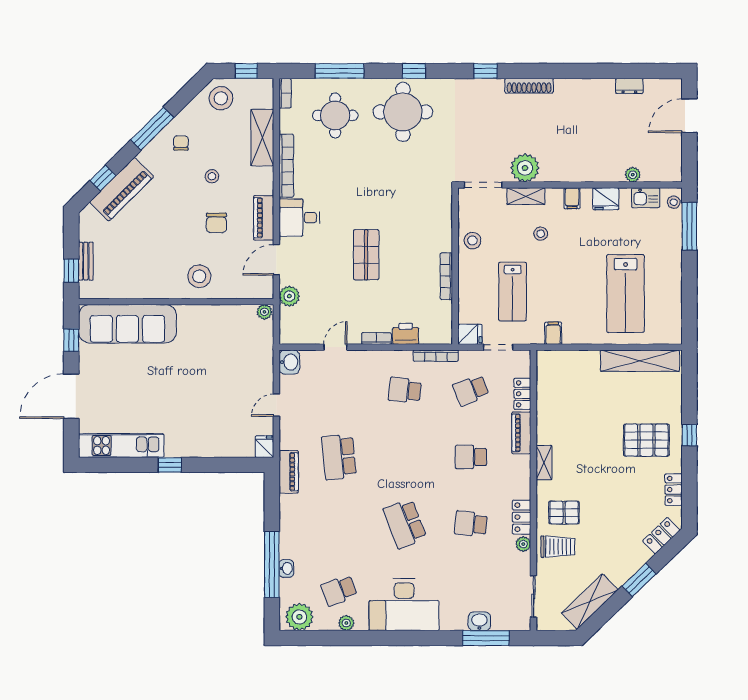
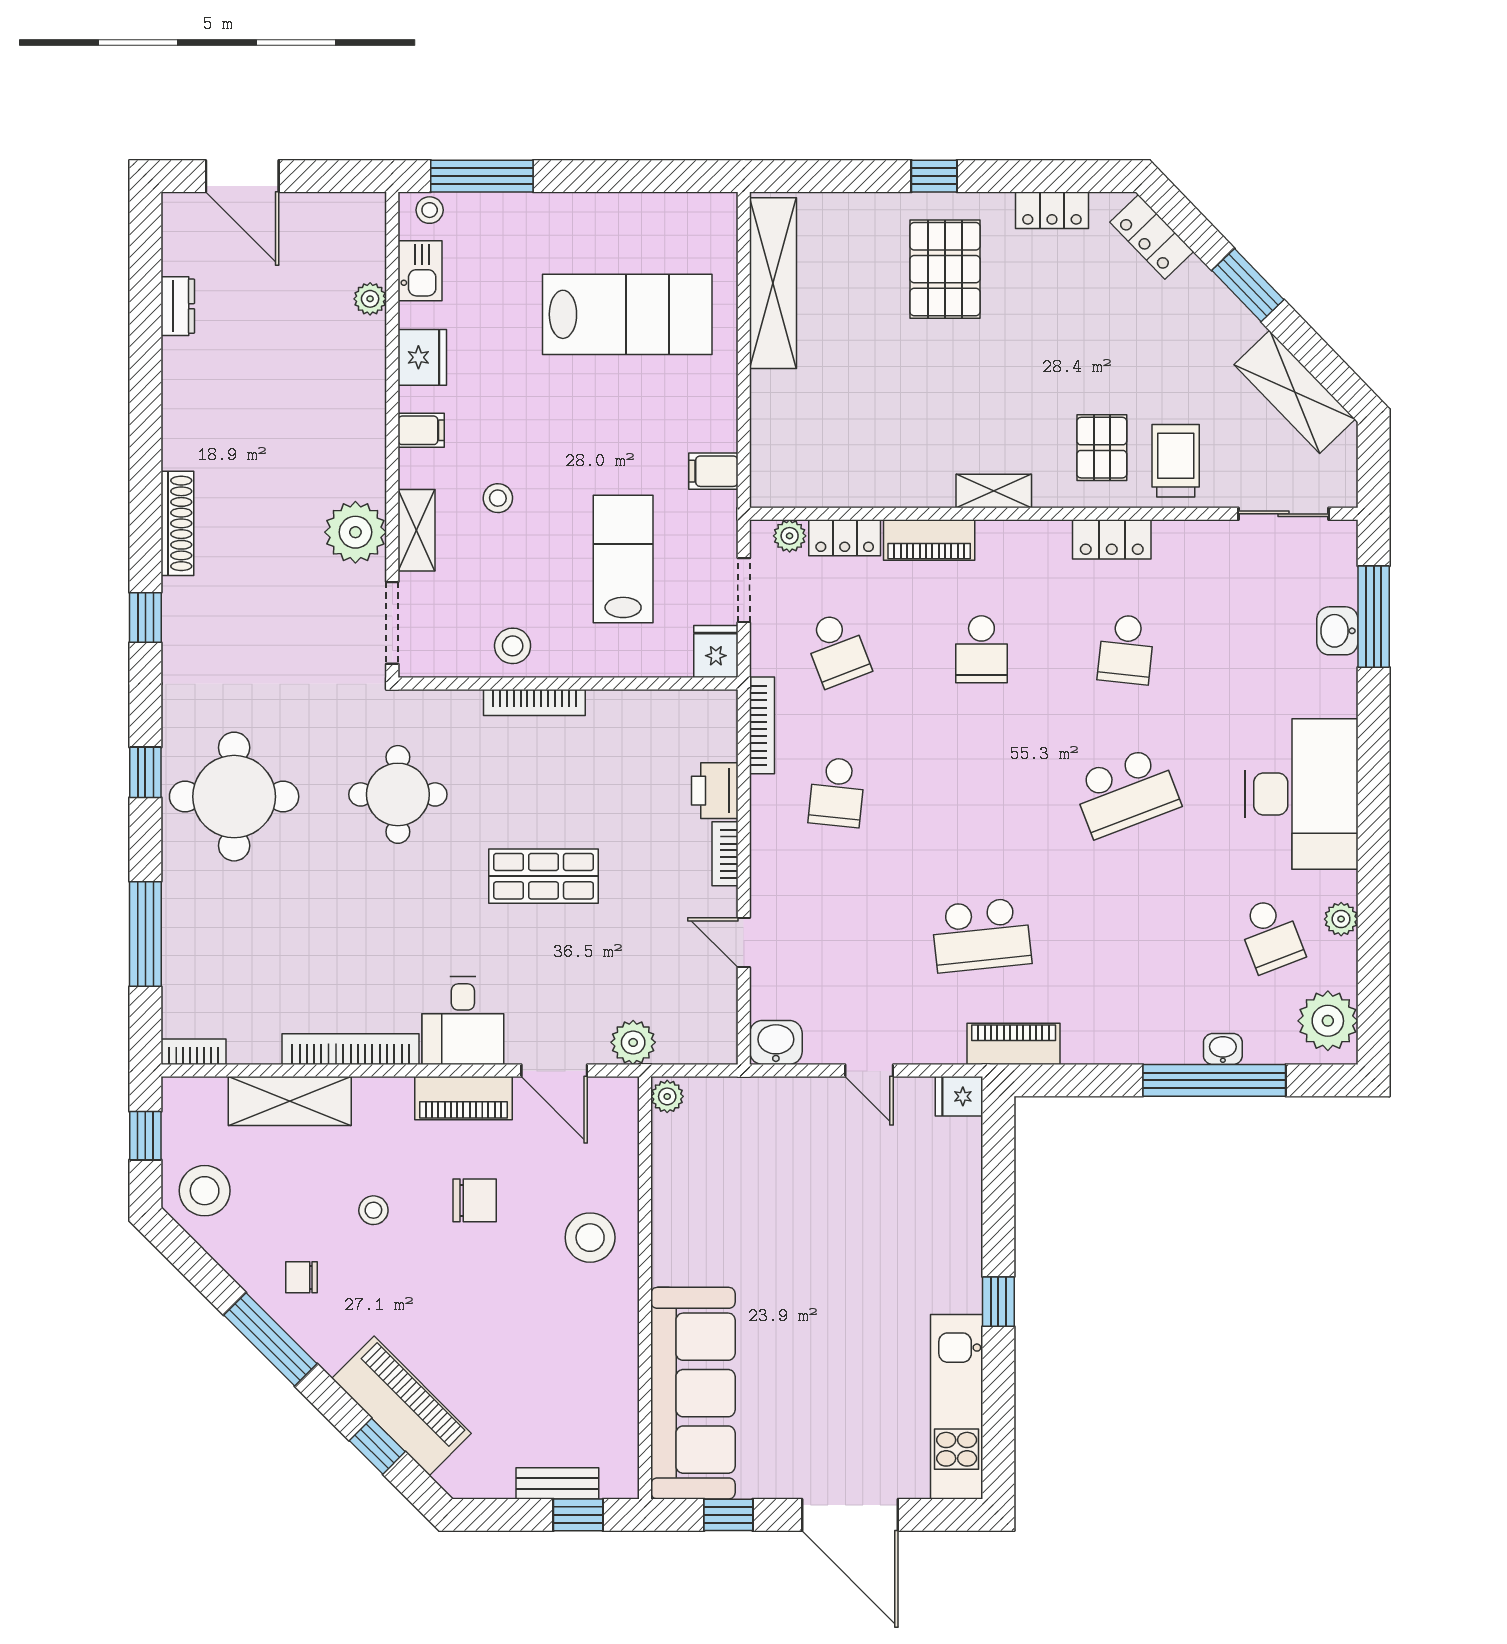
round table: (335, 115) -> (398, 794), moved
bookcase: (446, 276) -> (534, 702), moved
lab bench: (513, 292) -> (623, 559), turned -90
plant: (523, 544) -> (790, 536), moved

